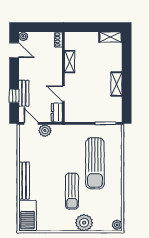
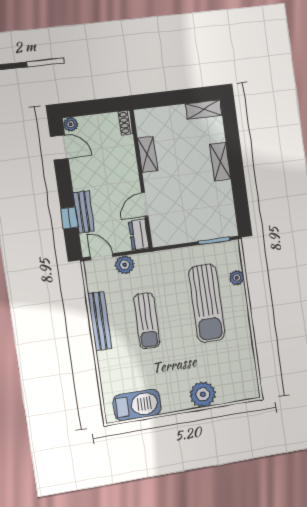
shelving: (117, 84) -> (220, 162), moved
door: (63, 94) -> (145, 204), hinge flipped
bench: (24, 181) -> (100, 321), moved
sun lounger: (72, 191) -> (147, 321), moved
barbecue: (28, 215) -> (137, 405), moved, turned -90
plant: (117, 225) -> (237, 278), moved

